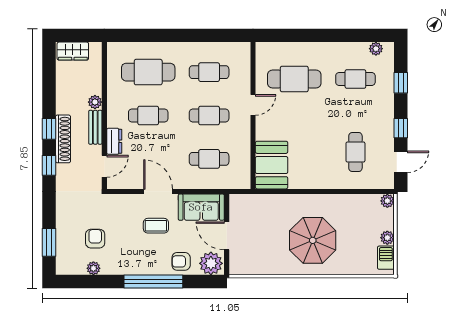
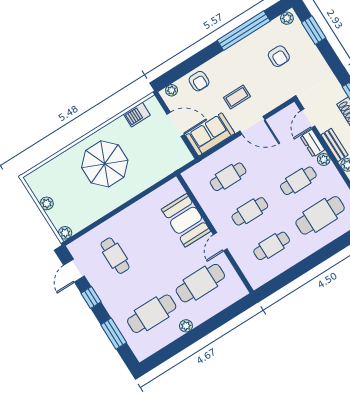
plant: (376, 49) -> (186, 326), moved
cafe table: (355, 79) -> (152, 314), width x1.37, depth x1.35
window: (401, 83) -> (114, 334), width x1.50
plant: (113, 120) -> (324, 159), added
booth: (272, 165) -> (186, 220), moved
barbecue: (386, 258) -> (137, 115), moved, turned 90
armchair: (181, 261) -> (199, 81), turned 90
plant: (211, 263) -> (172, 90), width x0.53, depth x0.53
plant: (93, 268) -> (287, 18), moved
window: (153, 282) -> (244, 31), moved

